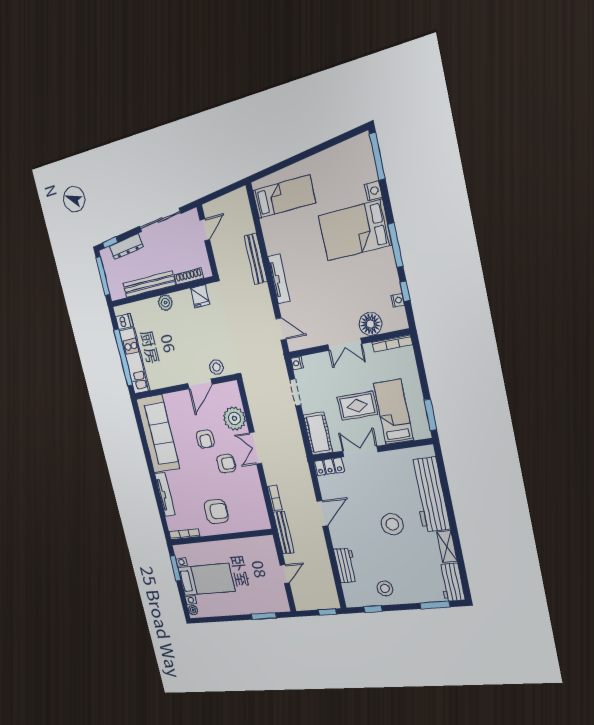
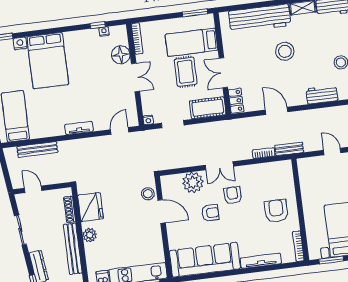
sliding door: (160, 220) -> (20, 230), width x0.73
window: (396, 245) -> (62, 30), removed
bench: (256, 259) -> (37, 149), moved
tv unit: (279, 279) -> (79, 128), width x0.71
fridge: (200, 296) -> (91, 207), width x1.88, depth x1.34
bench: (284, 532) -> (289, 149), width x0.73

